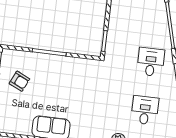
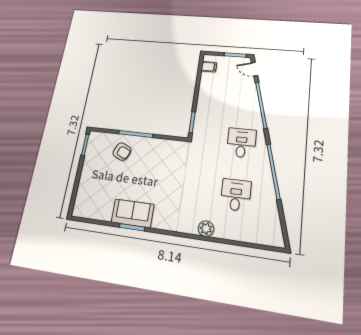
armchair: (19, 81) -> (122, 152), moved

